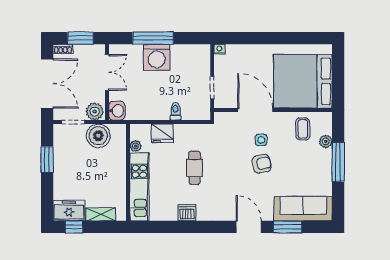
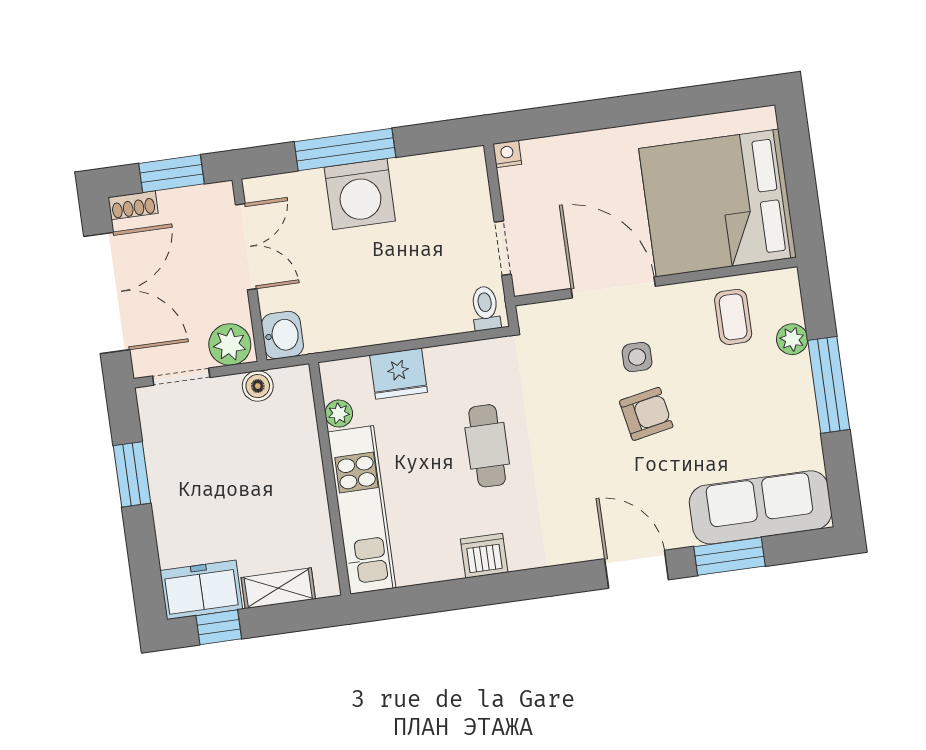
toilet: (175, 111) -> (485, 308), moved
boiler: (98, 136) -> (258, 386), width x0.54, depth x0.54

